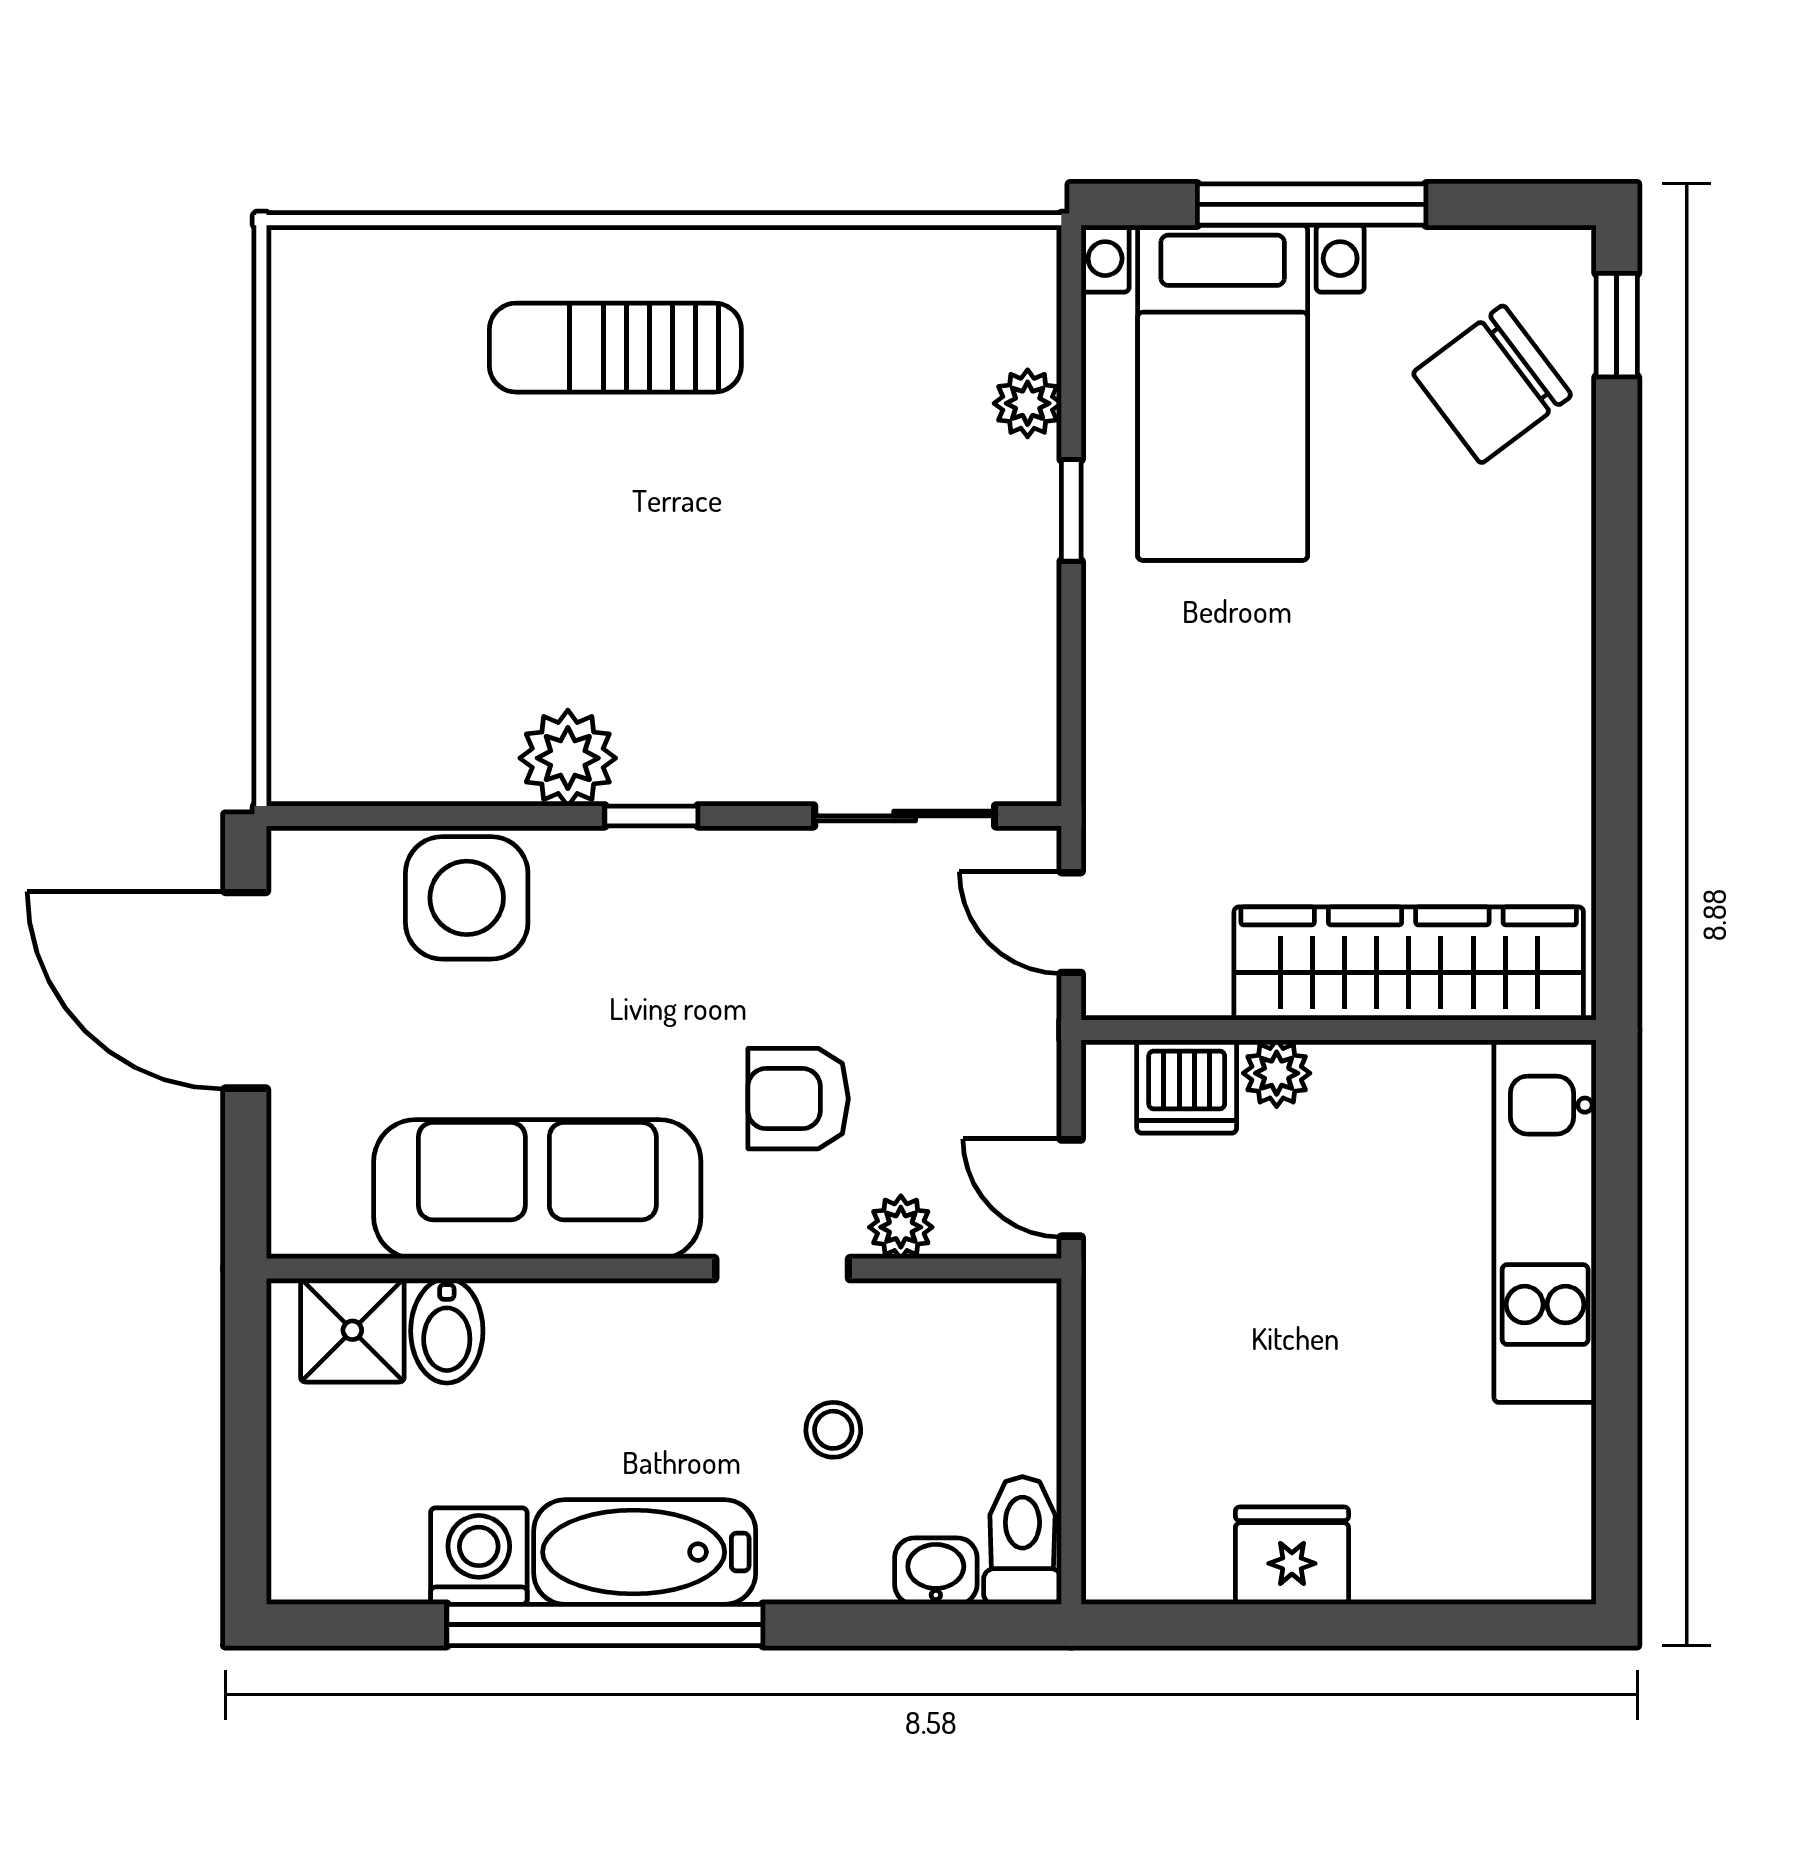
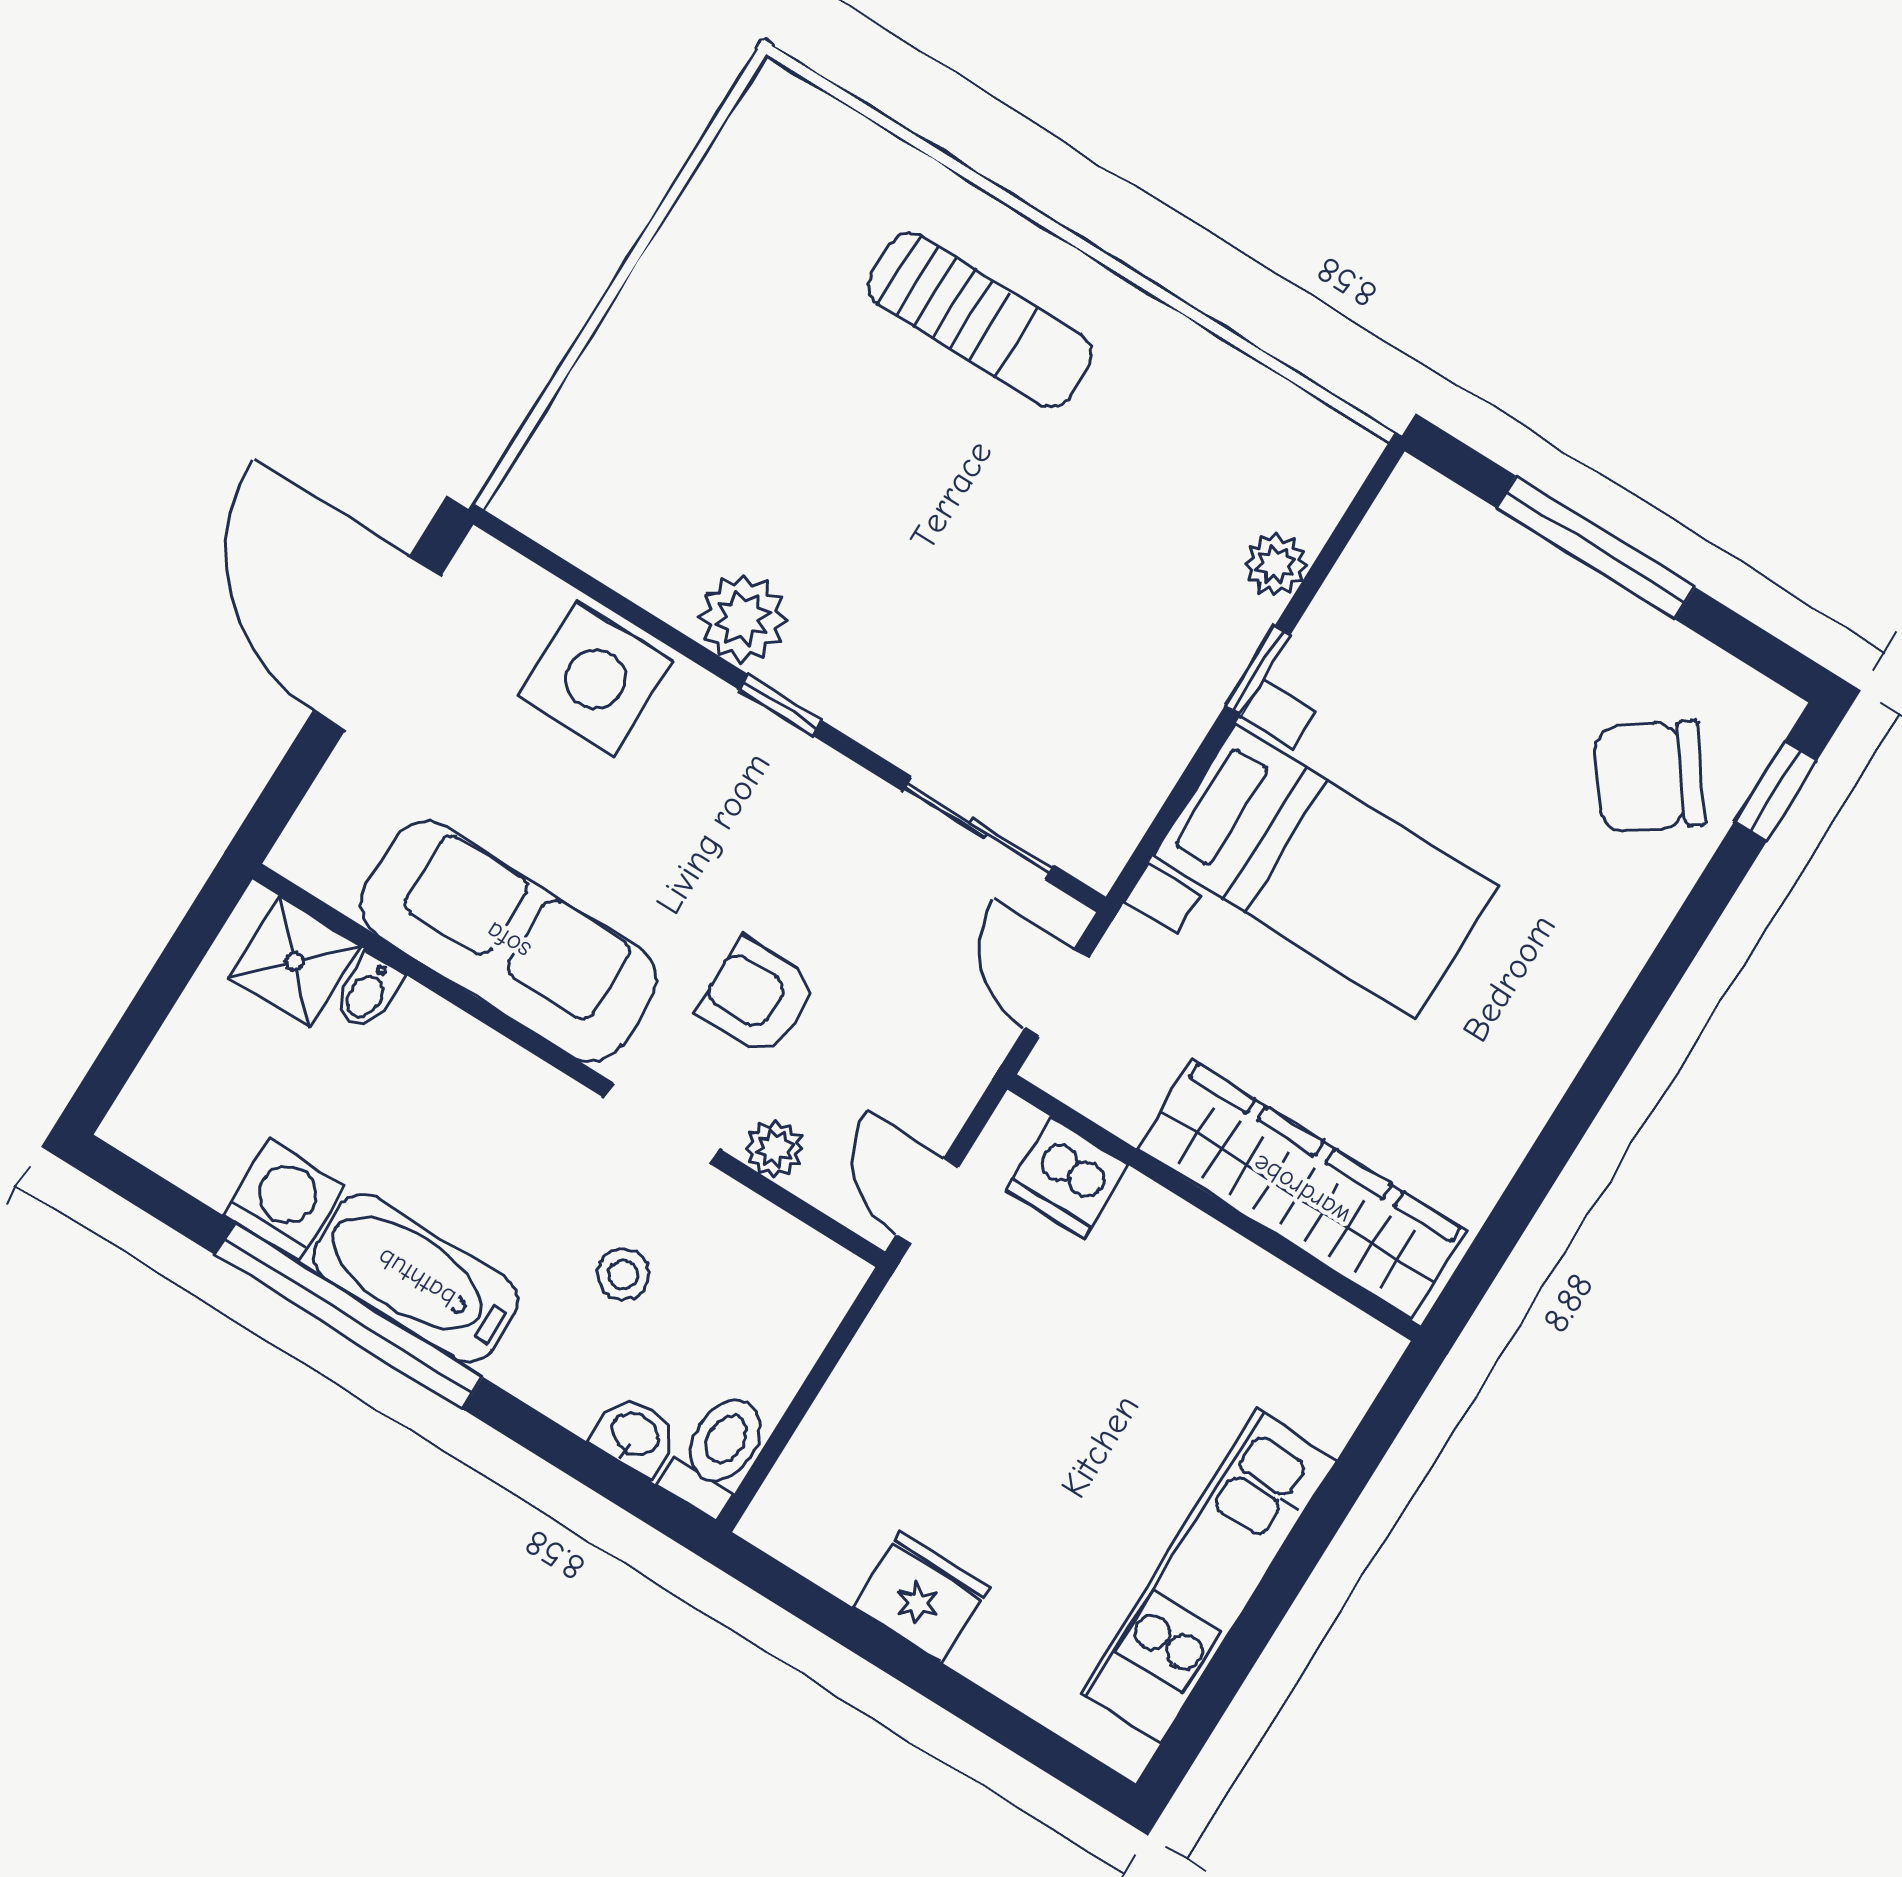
sun lounger: (615, 348) -> (980, 320), turned 180
bed with nightstands: (1223, 393) -> (1325, 871), moved, turned -90
plant: (1277, 1073) -> (1144, 1211), removed
kitchen unit: (1545, 1221) -> (1209, 1577), moved
bidet: (447, 1331) -> (367, 993), width x0.72, depth x0.74

